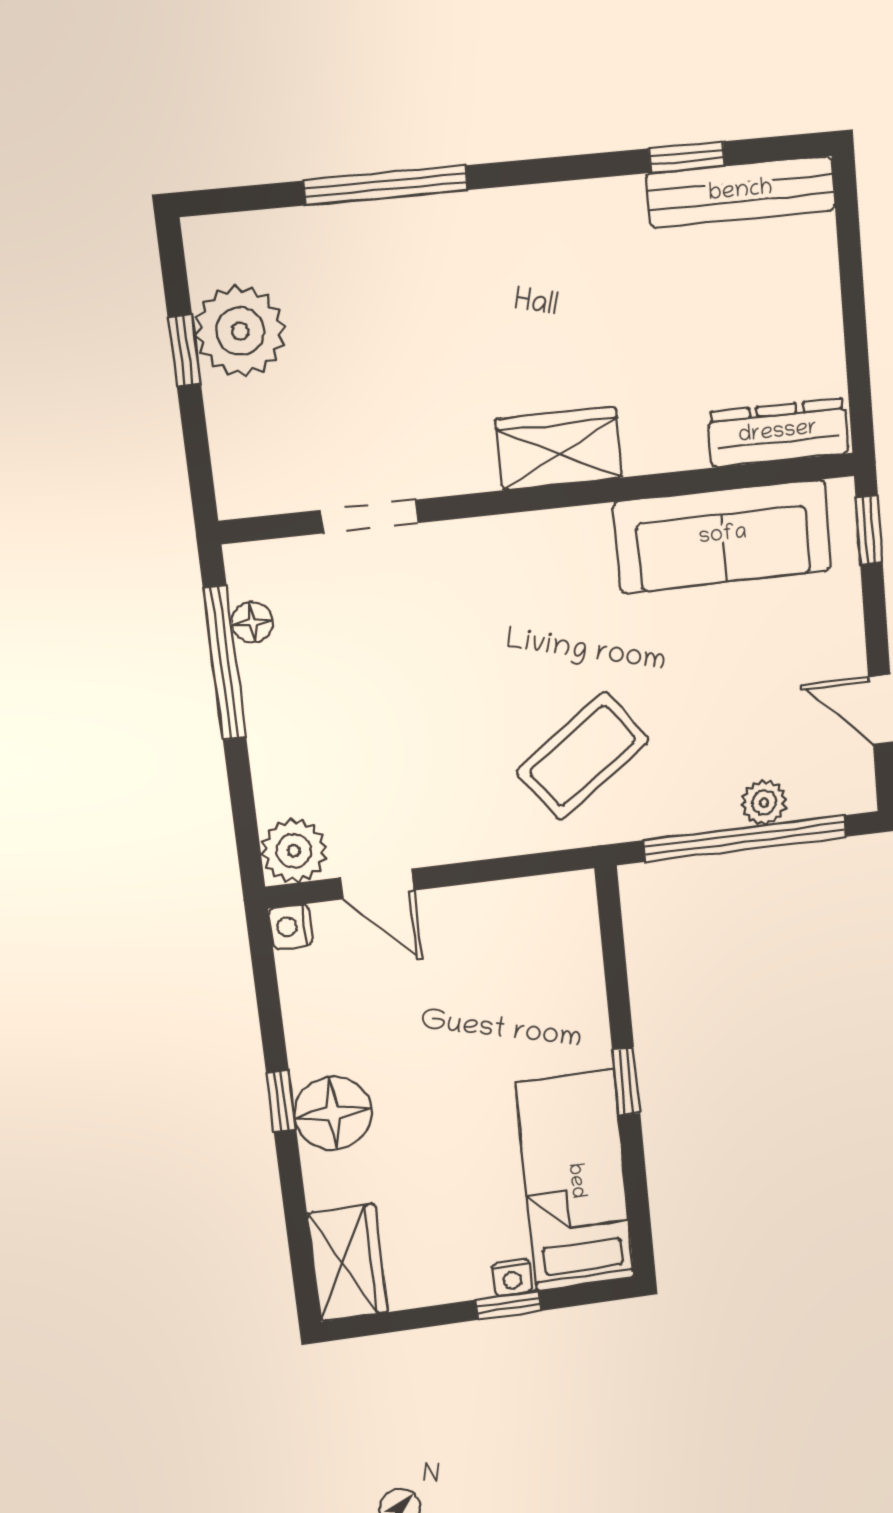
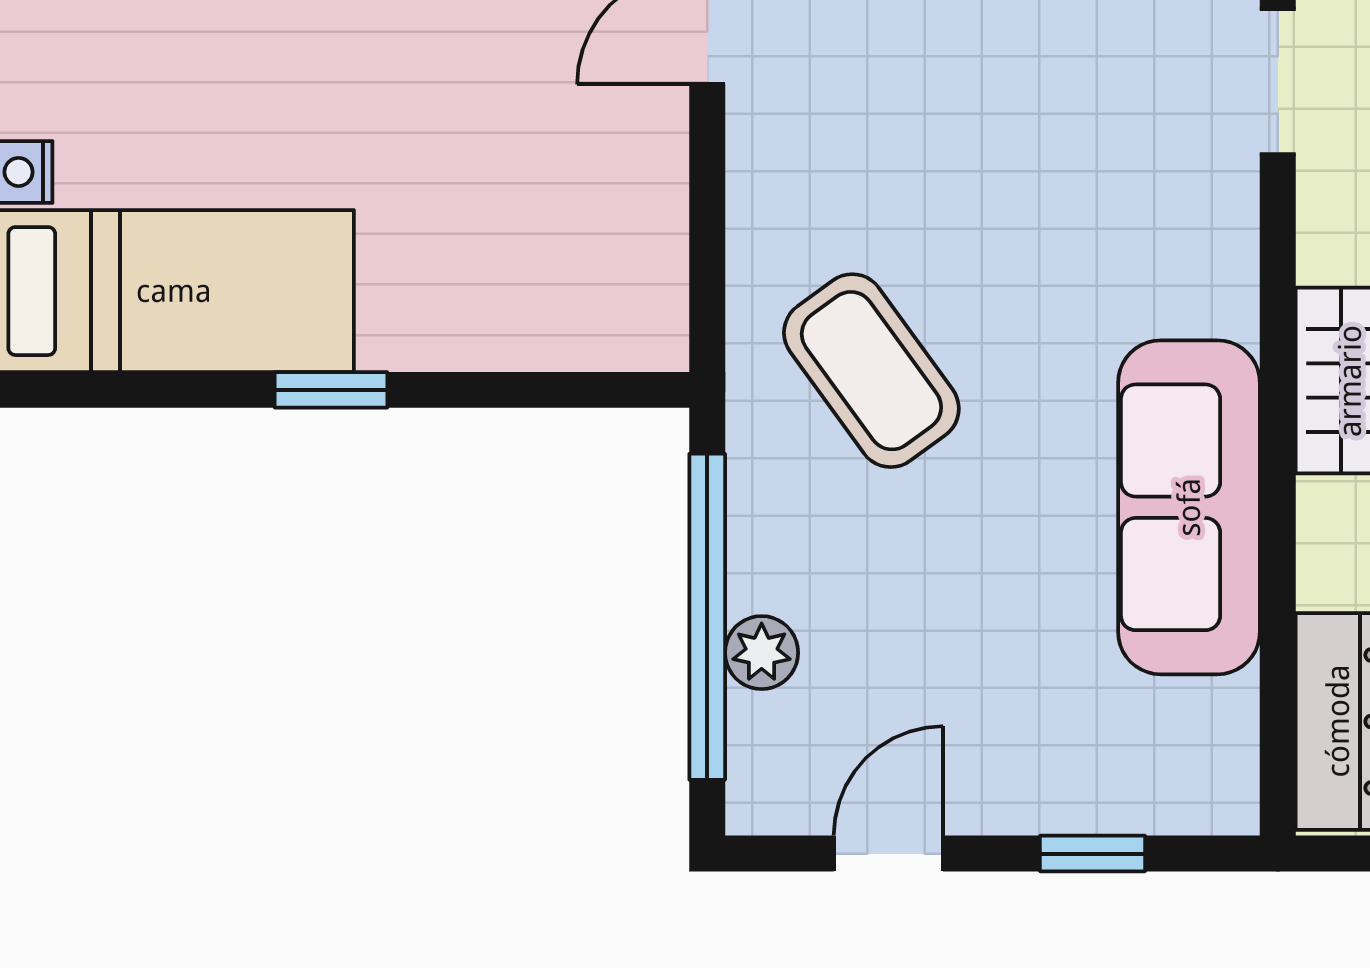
window: (869, 530) -> (1092, 854), moved
sofa: (723, 536) -> (1189, 507), moved

